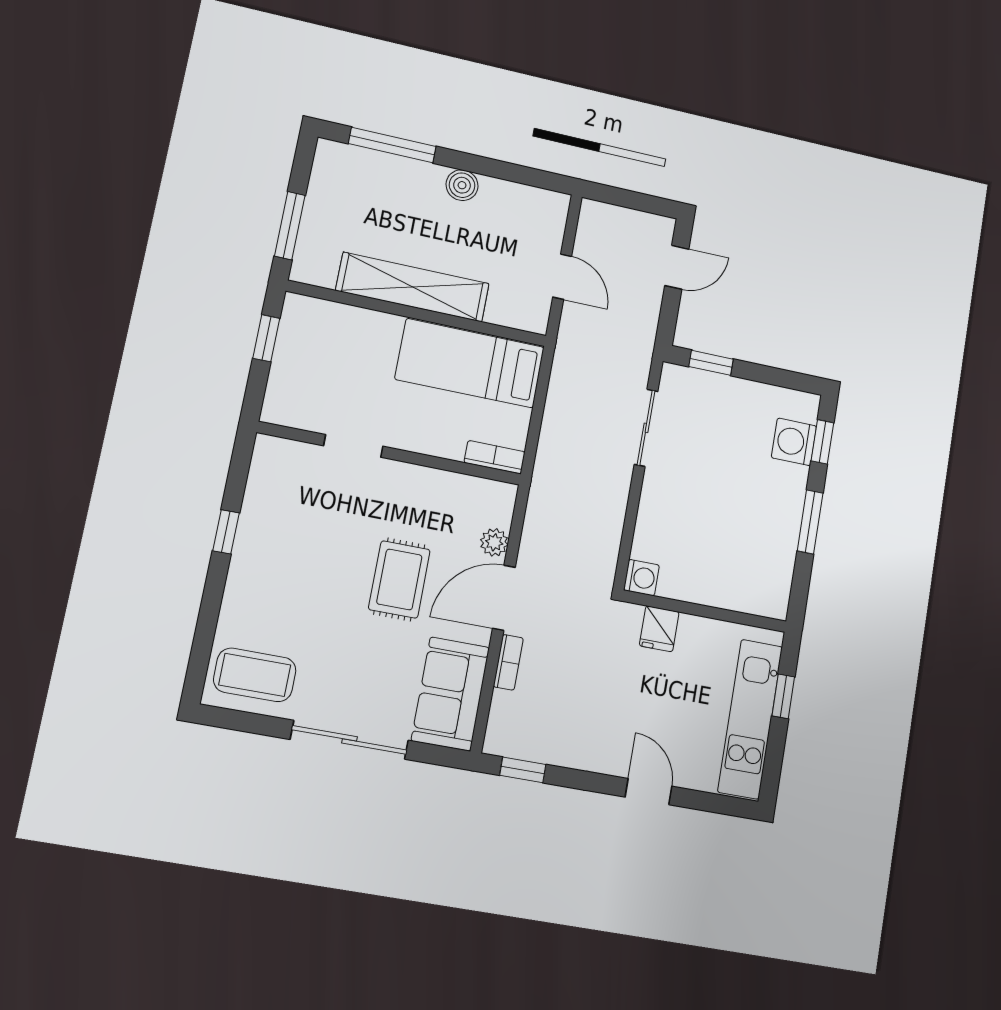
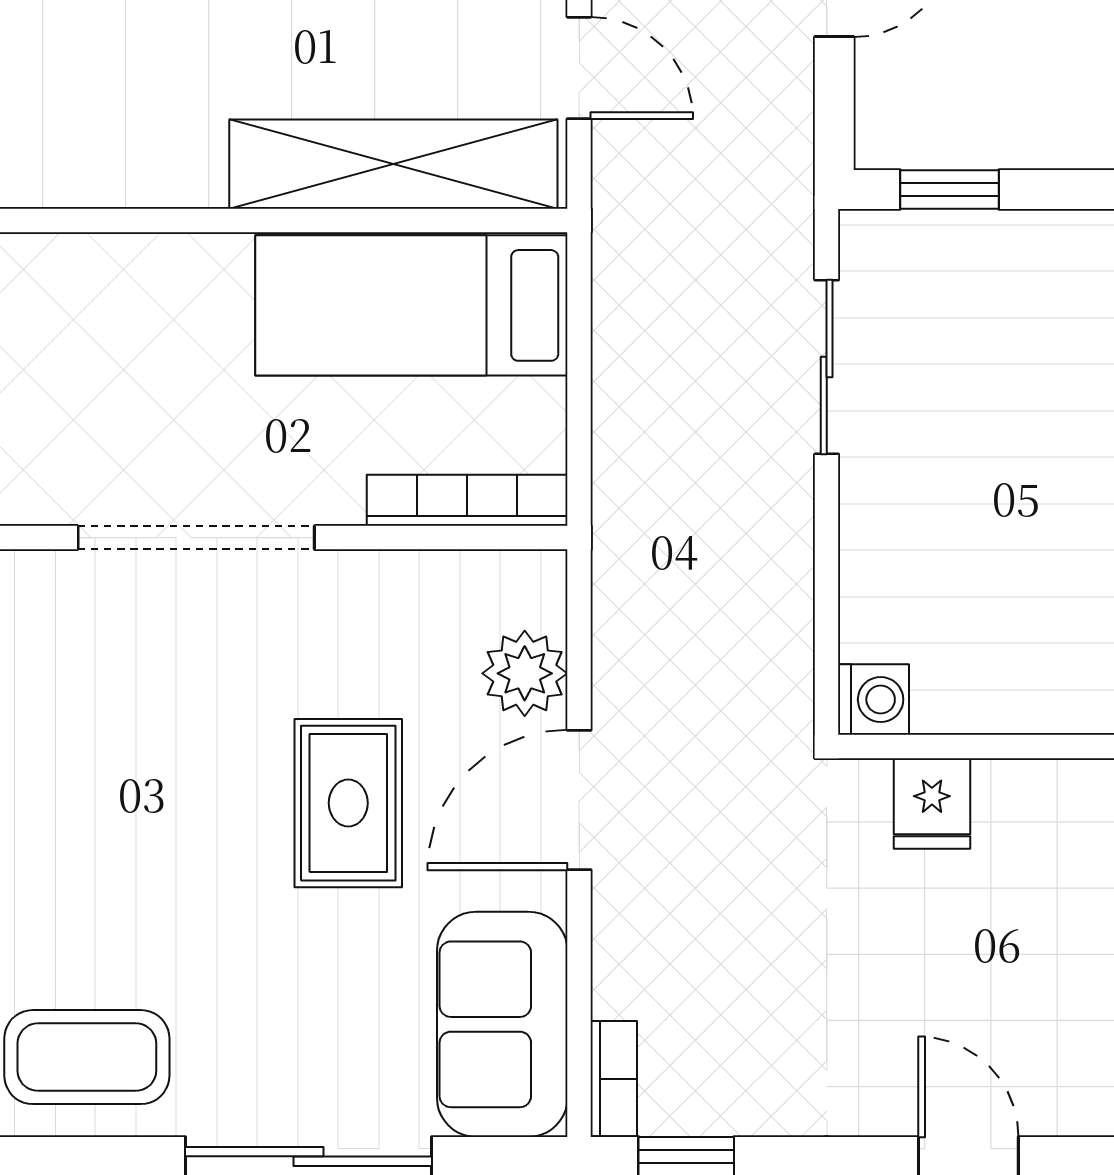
shelving: (413, 287) -> (393, 164), moved
doorway: (353, 446) -> (196, 538), width x1.88
bookcase: (495, 457) -> (467, 500), width x1.56
plant: (494, 542) -> (525, 673), width x1.38, depth x1.38
bookcase: (508, 662) -> (614, 1079), moved

